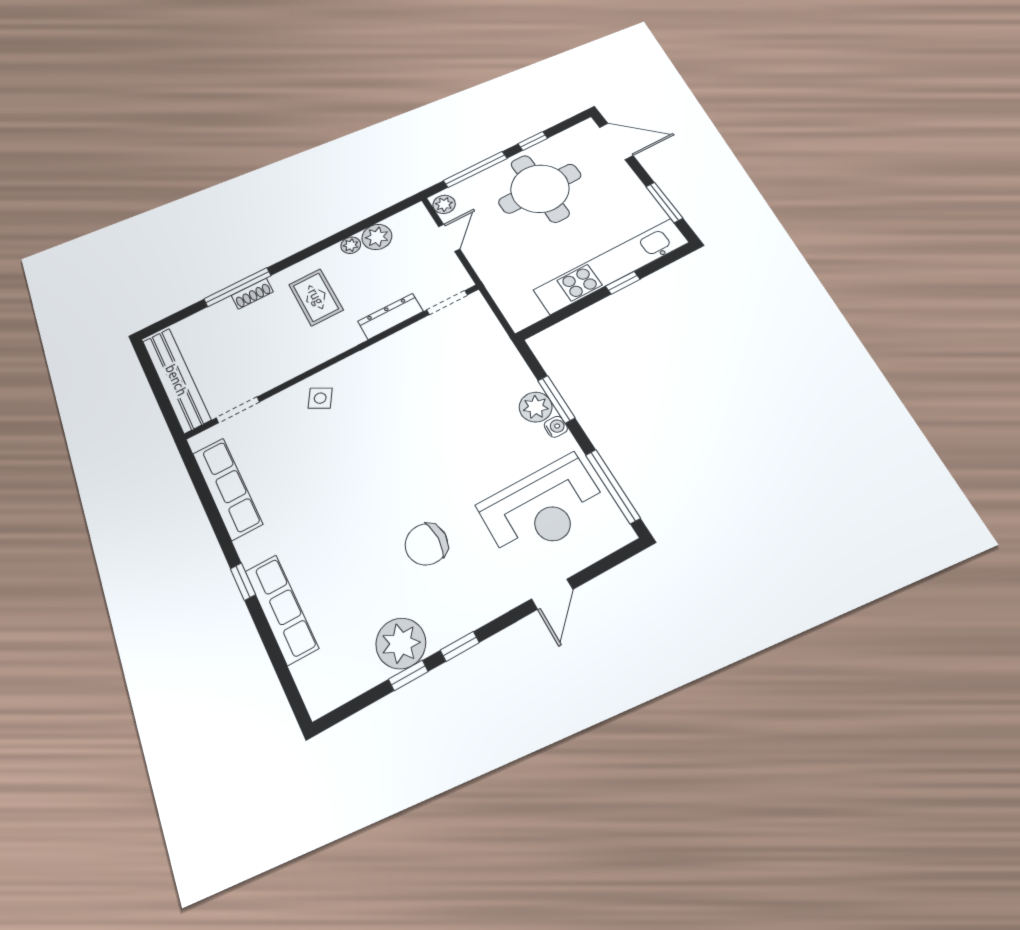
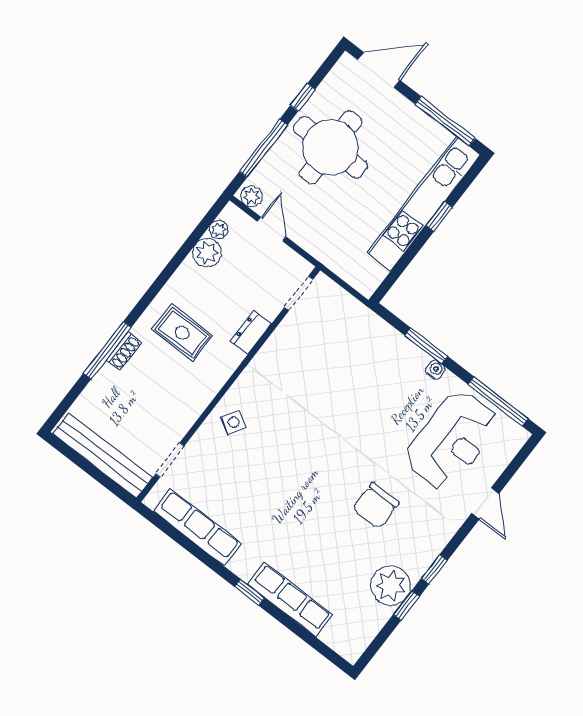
window: (664, 202) -> (445, 121), width x1.44
plant: (351, 245) -> (219, 230), moved
dresser: (390, 316) -> (251, 332), width x0.70
plant: (536, 407) -> (412, 359), removed

